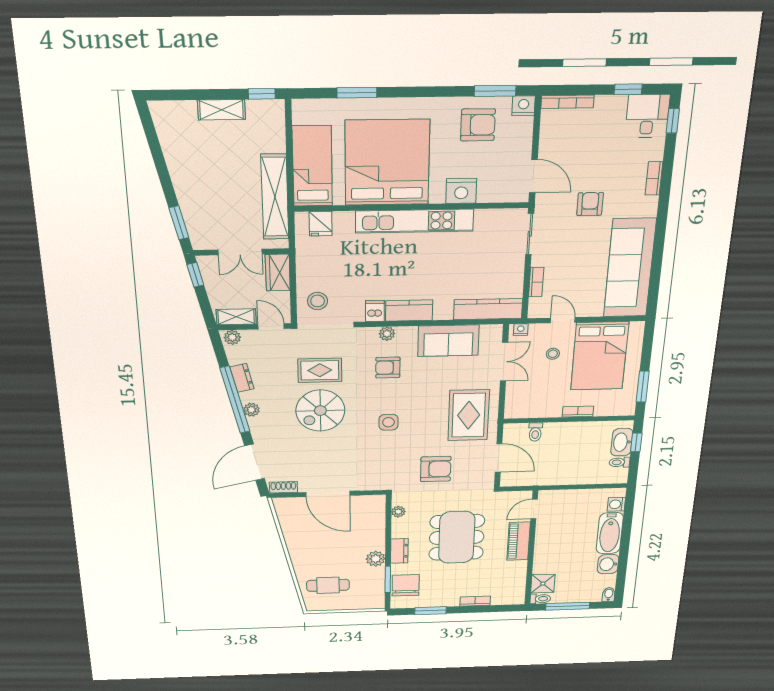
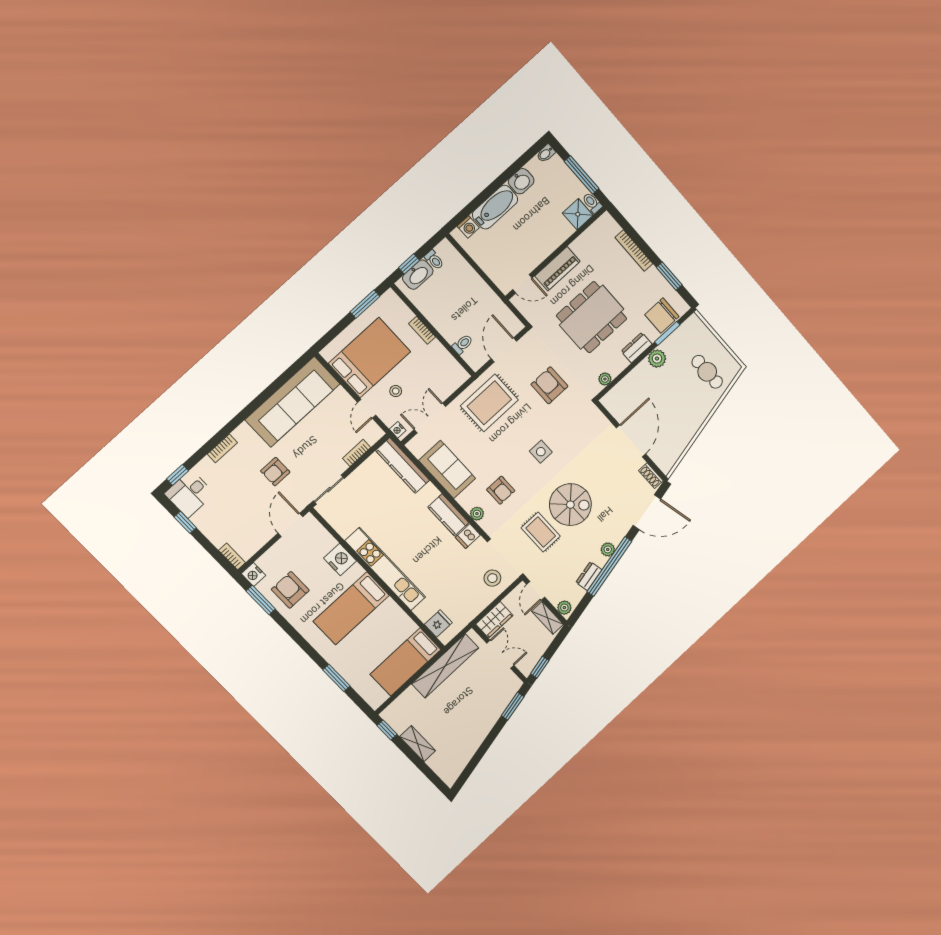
bookcase: (568, 102) -> (232, 556), width x0.64
bed: (387, 163) -> (351, 608), width x0.49
bookcase: (475, 601) -> (634, 251), width x1.56

